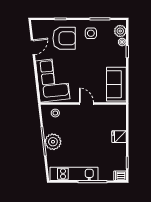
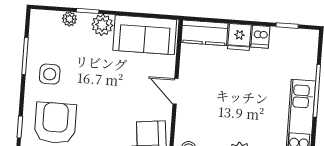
plant: (120, 31) -> (102, 25), moved
door: (86, 103) -> (175, 91), hinge flipped
kitchen counter: (120, 117) -> (205, 33), added
dishwasher: (120, 176) -> (260, 37), moved

